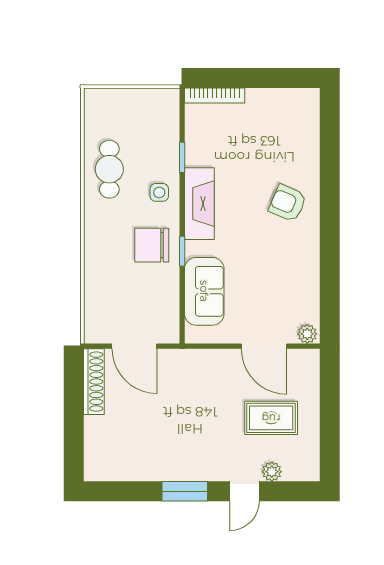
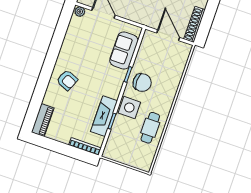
piano: (307, 117) -> (43, 120), added
side table: (159, 192) -> (129, 108), width x1.87, depth x1.87
fireplace: (199, 204) -> (104, 116), moved

